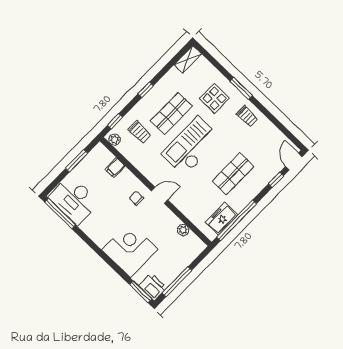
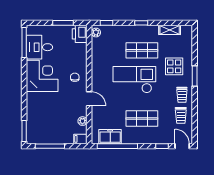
shelving: (188, 59) -> (170, 30), moved
trolley: (139, 132) -> (181, 115), moved
door: (294, 161) -> (182, 146), hinge flipped
filing cabinet: (115, 168) -> (80, 139), moved
door: (160, 195) -> (89, 99), moved
desk: (74, 200) -> (39, 47), width x0.73
corner desk: (130, 250) -> (42, 76), moved
printer: (153, 287) -> (80, 34), moved, turned 180

